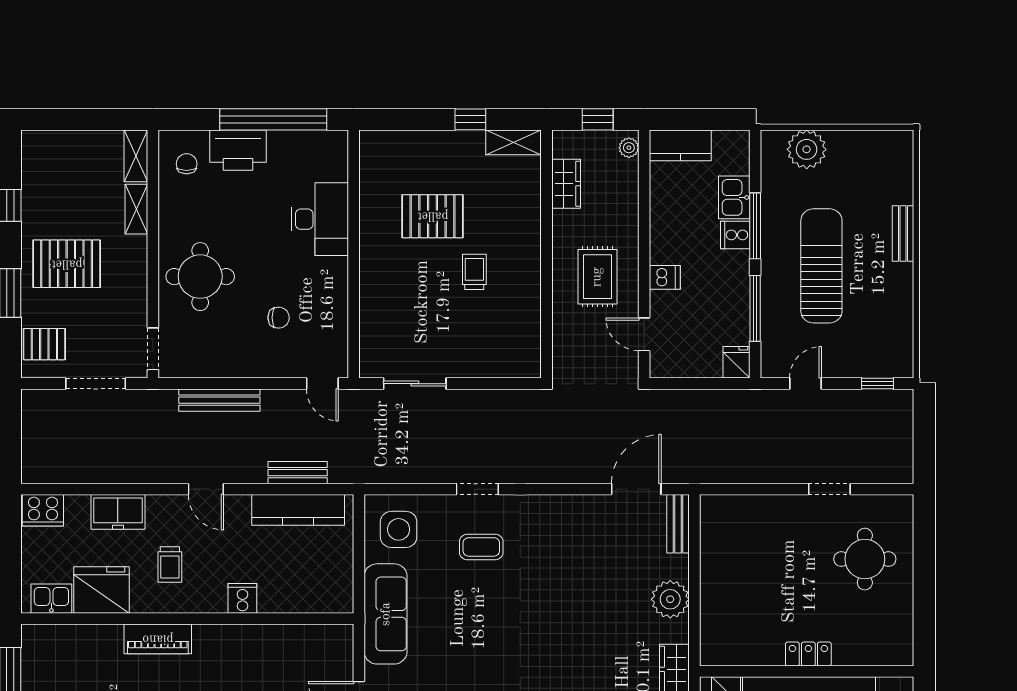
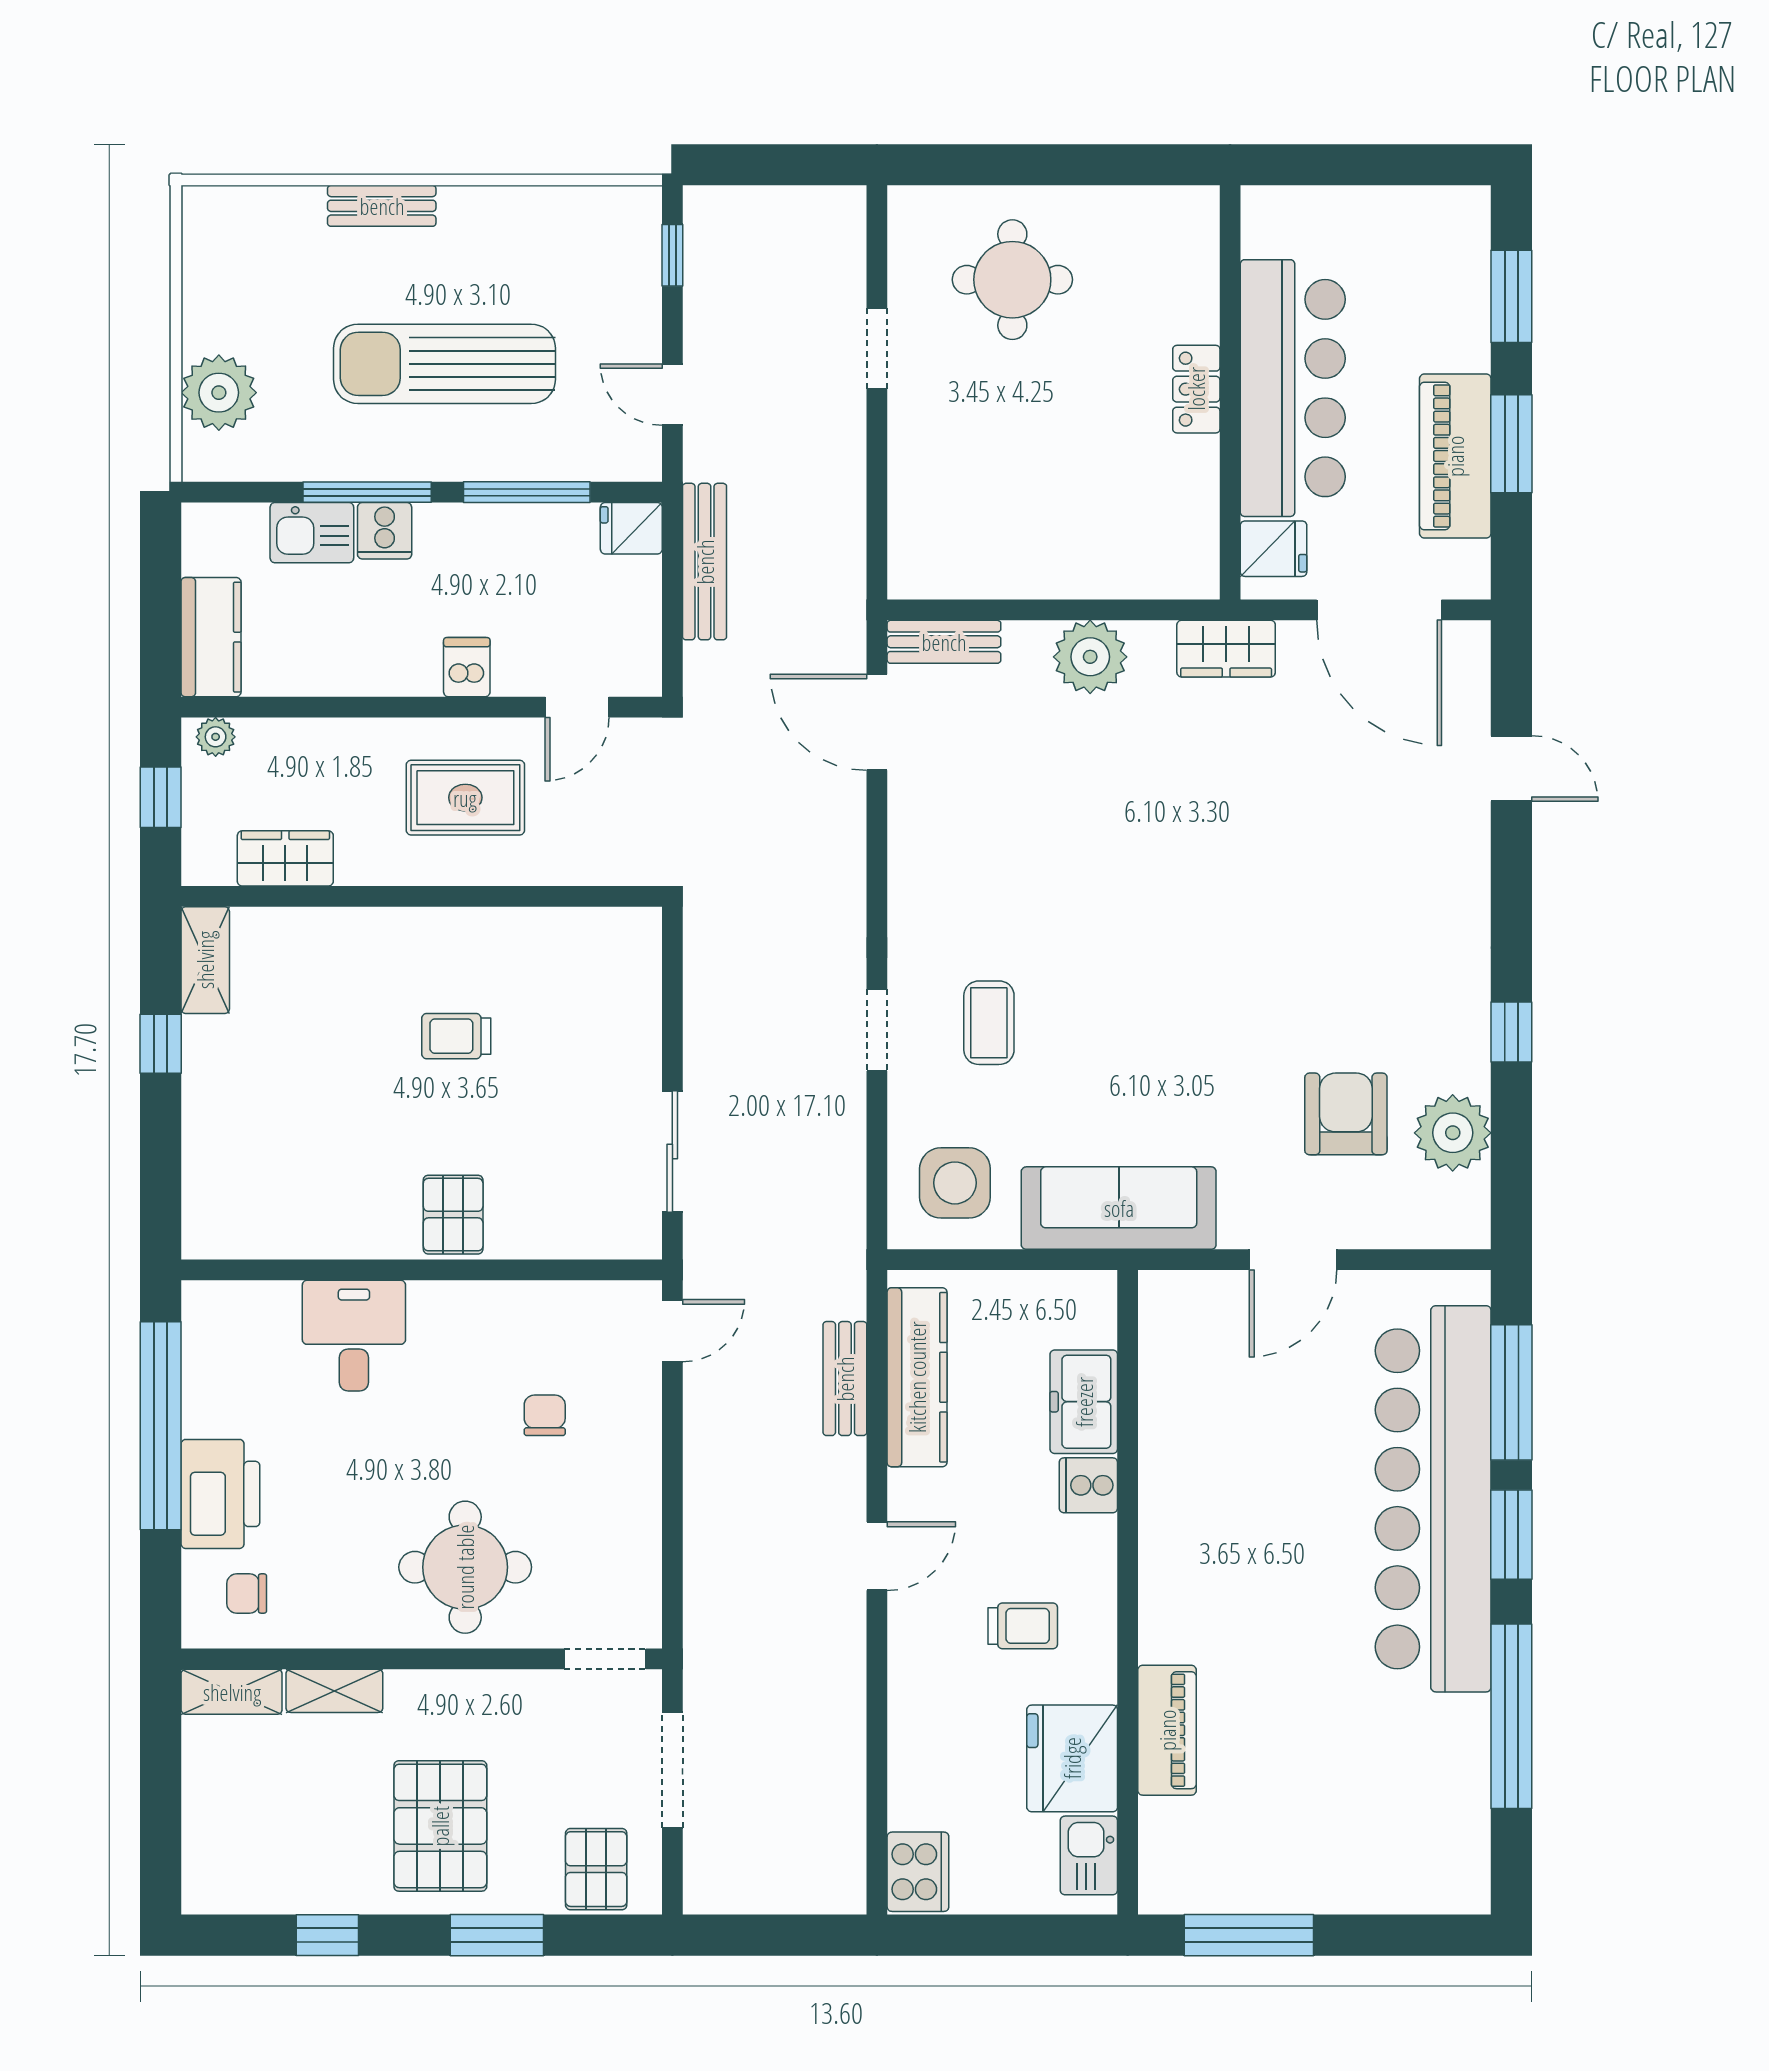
pallet: (433, 216) -> (453, 1215), moved, width x0.67, depth x0.71
desk: (320, 219) -> (354, 1336), width x0.73
bench: (219, 400) -> (705, 562), moved
freezer: (118, 512) -> (1084, 1402), moved, turned 180
piano: (158, 639) -> (1167, 1730), moved

